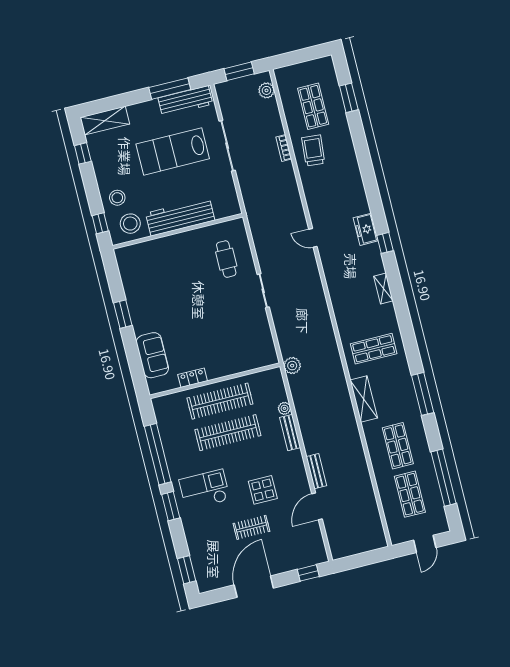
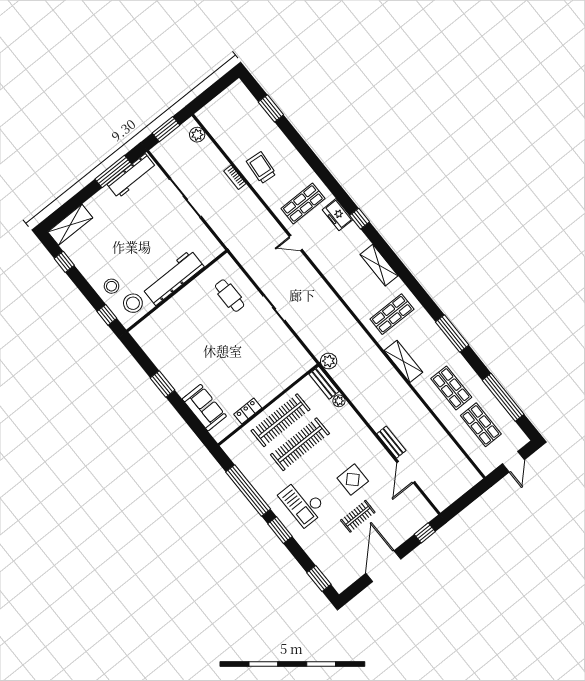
shop shelf: (313, 106) -> (303, 203), moved, turned 90
lab bench: (173, 151) -> (141, 224), removed
shelving: (383, 288) -> (379, 265), width x1.50, depth x1.33
bench: (290, 432) -> (324, 383), moved
checkout: (205, 490) -> (303, 502), turned -90

